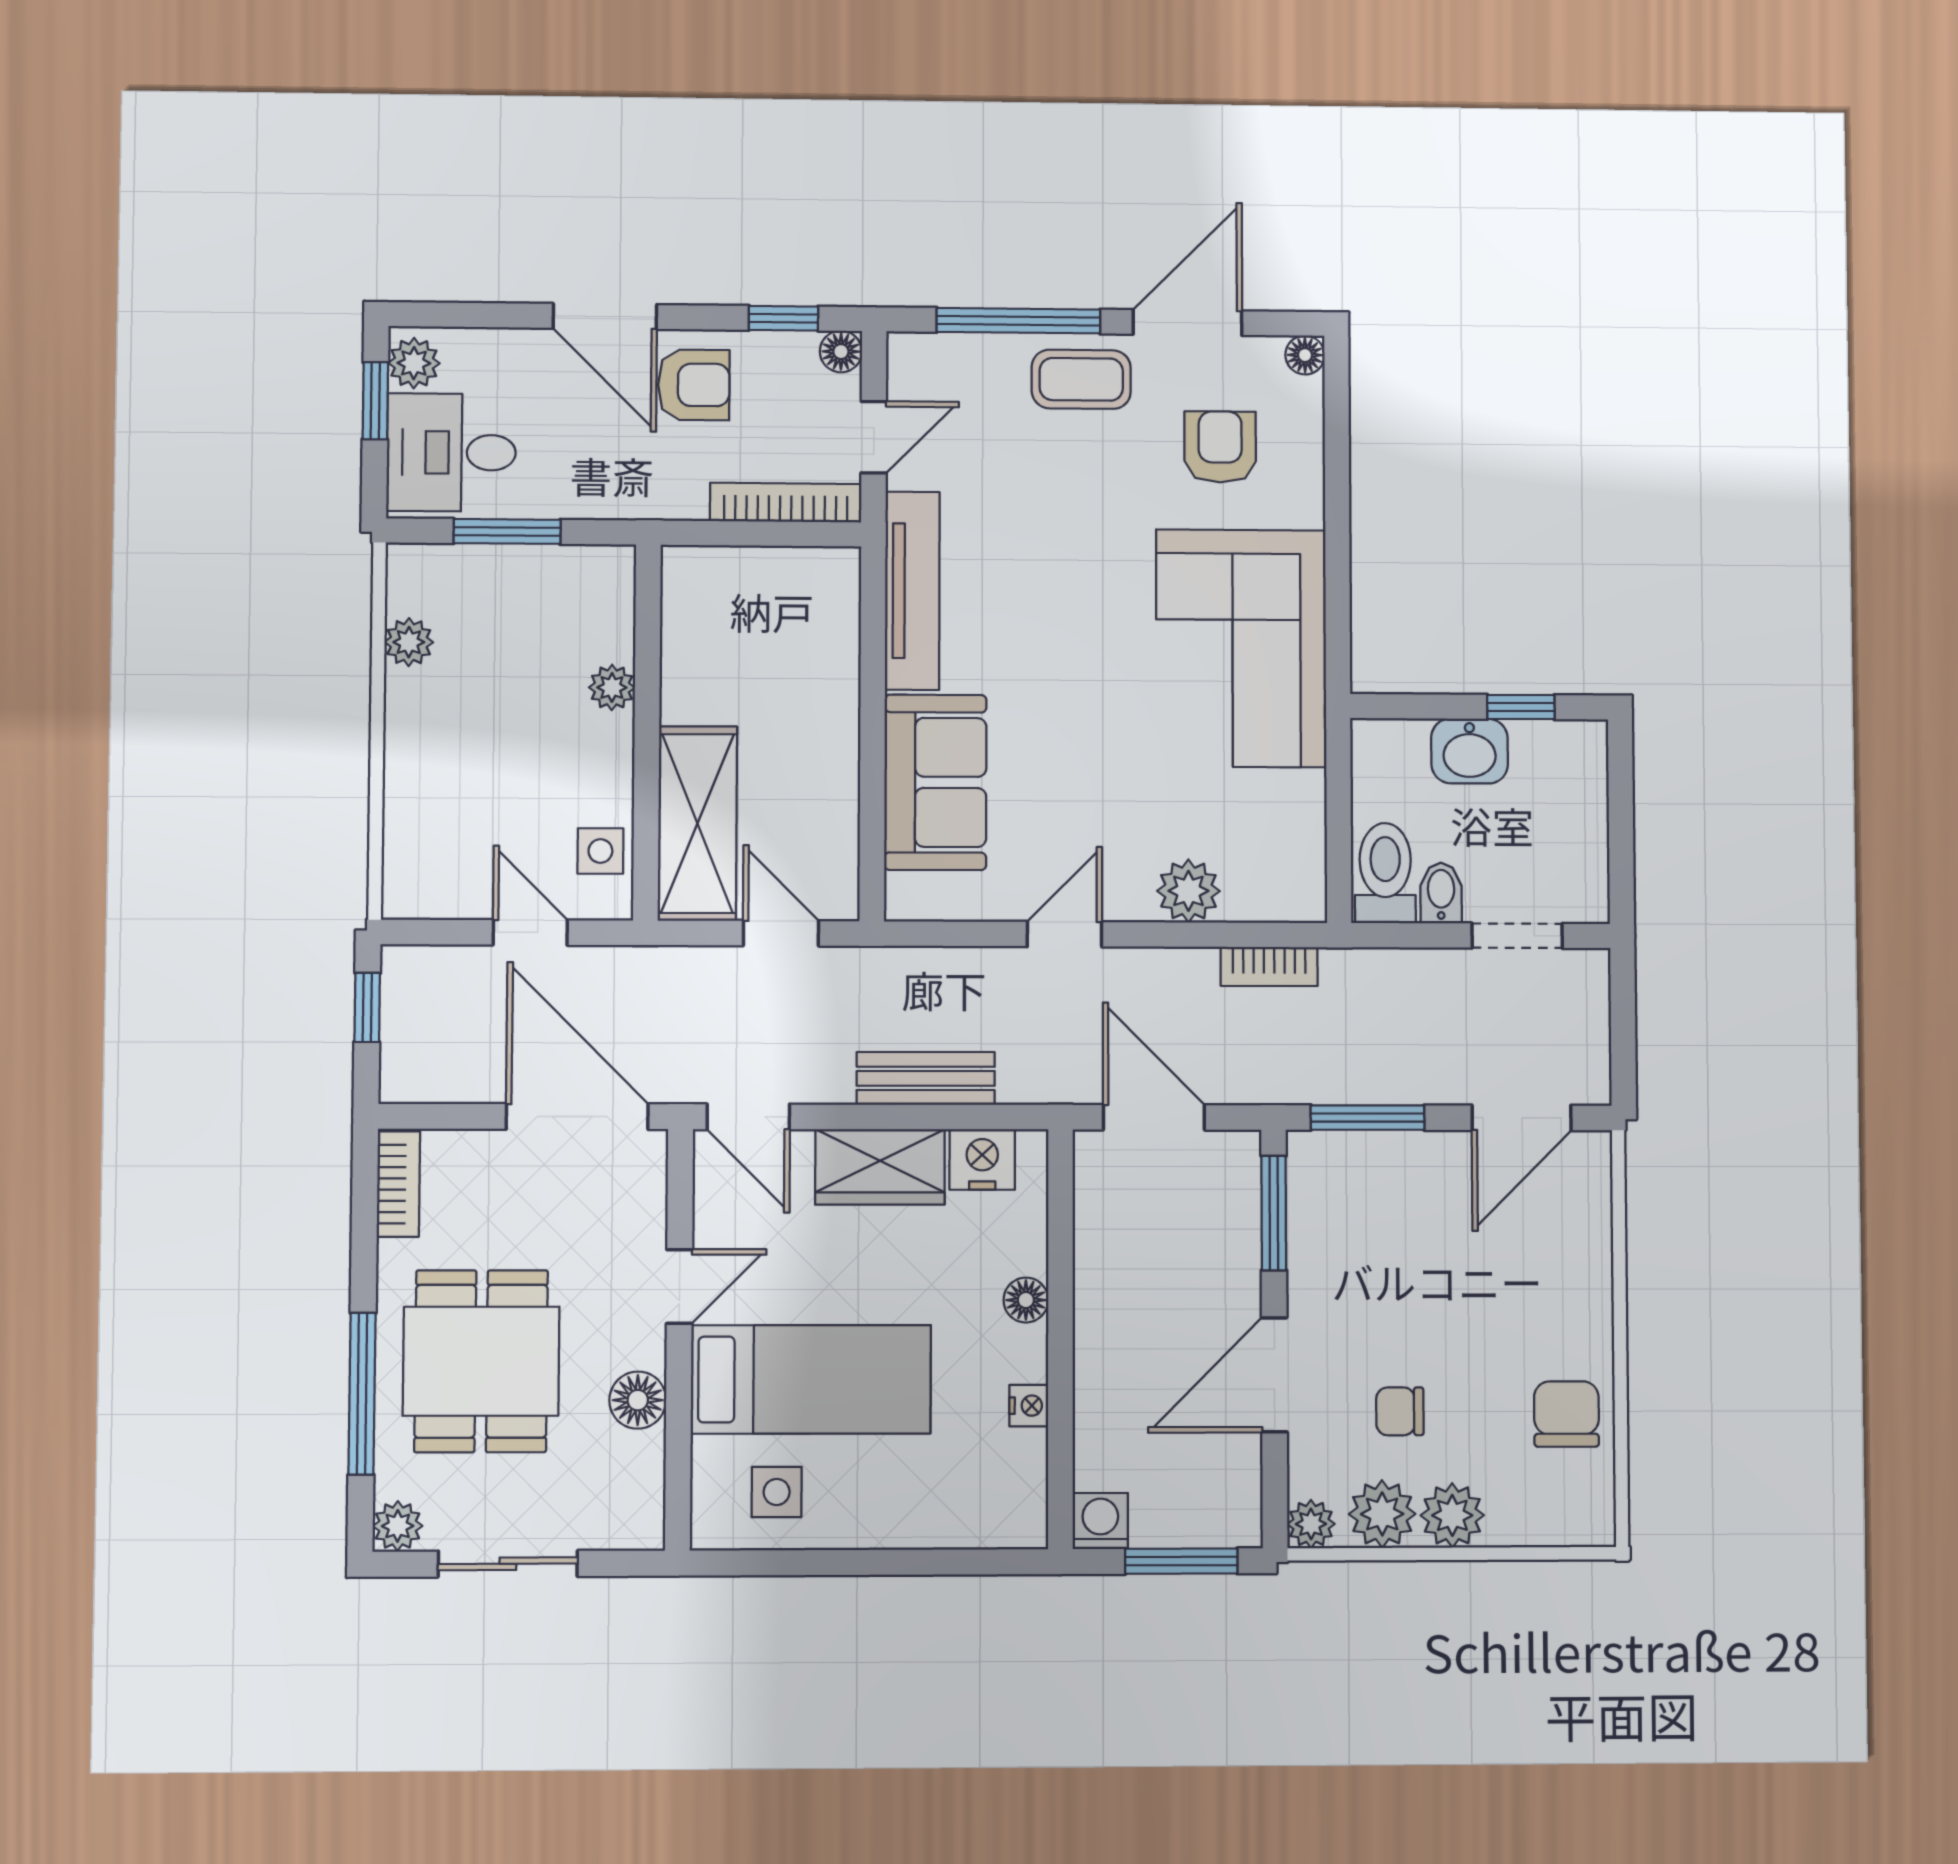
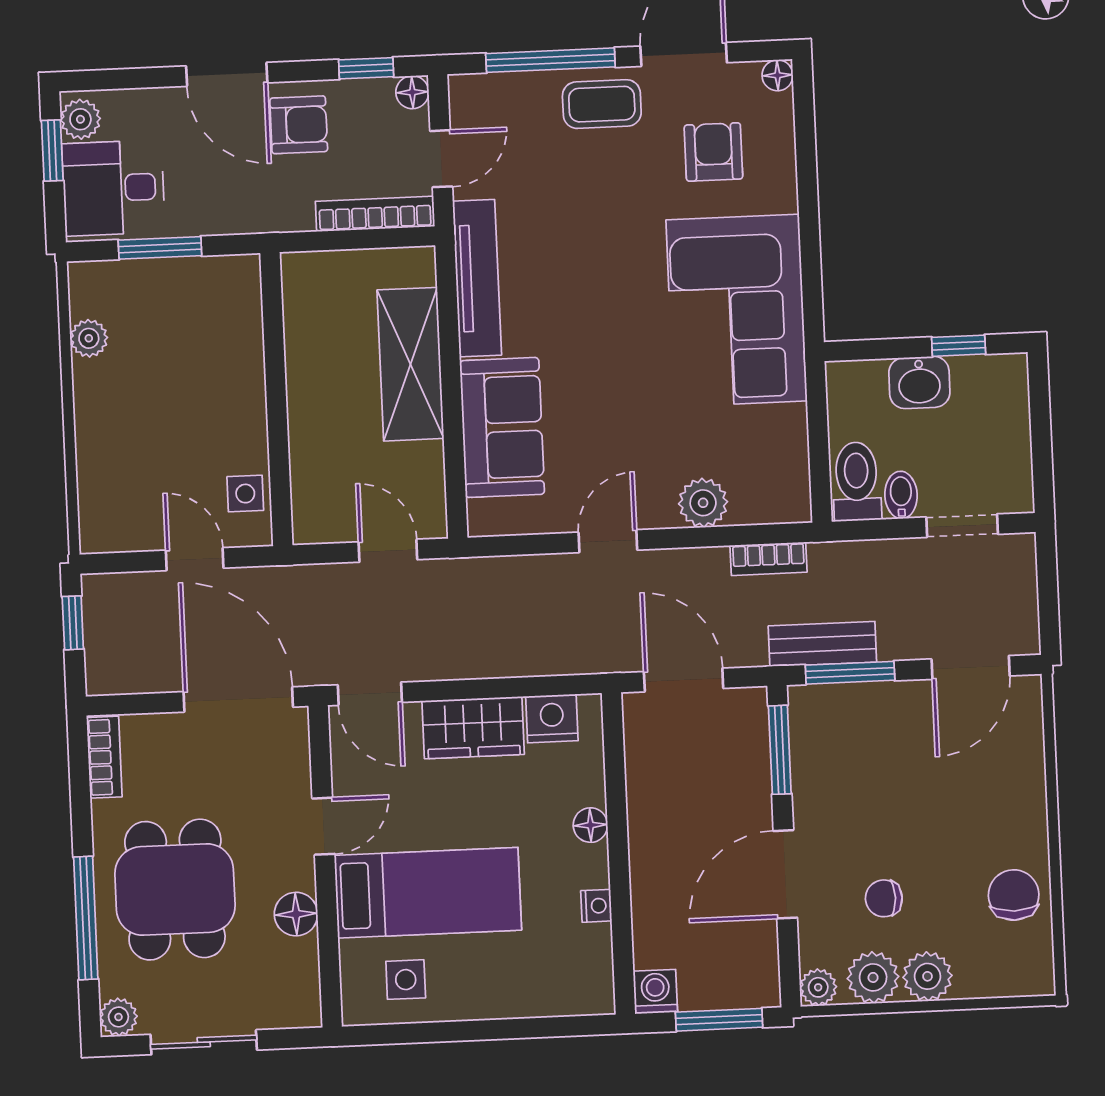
plant: (612, 687) -> (247, 366), removed
shelving: (698, 823) -> (410, 364), moved
bench: (926, 1078) -> (822, 644), moved

